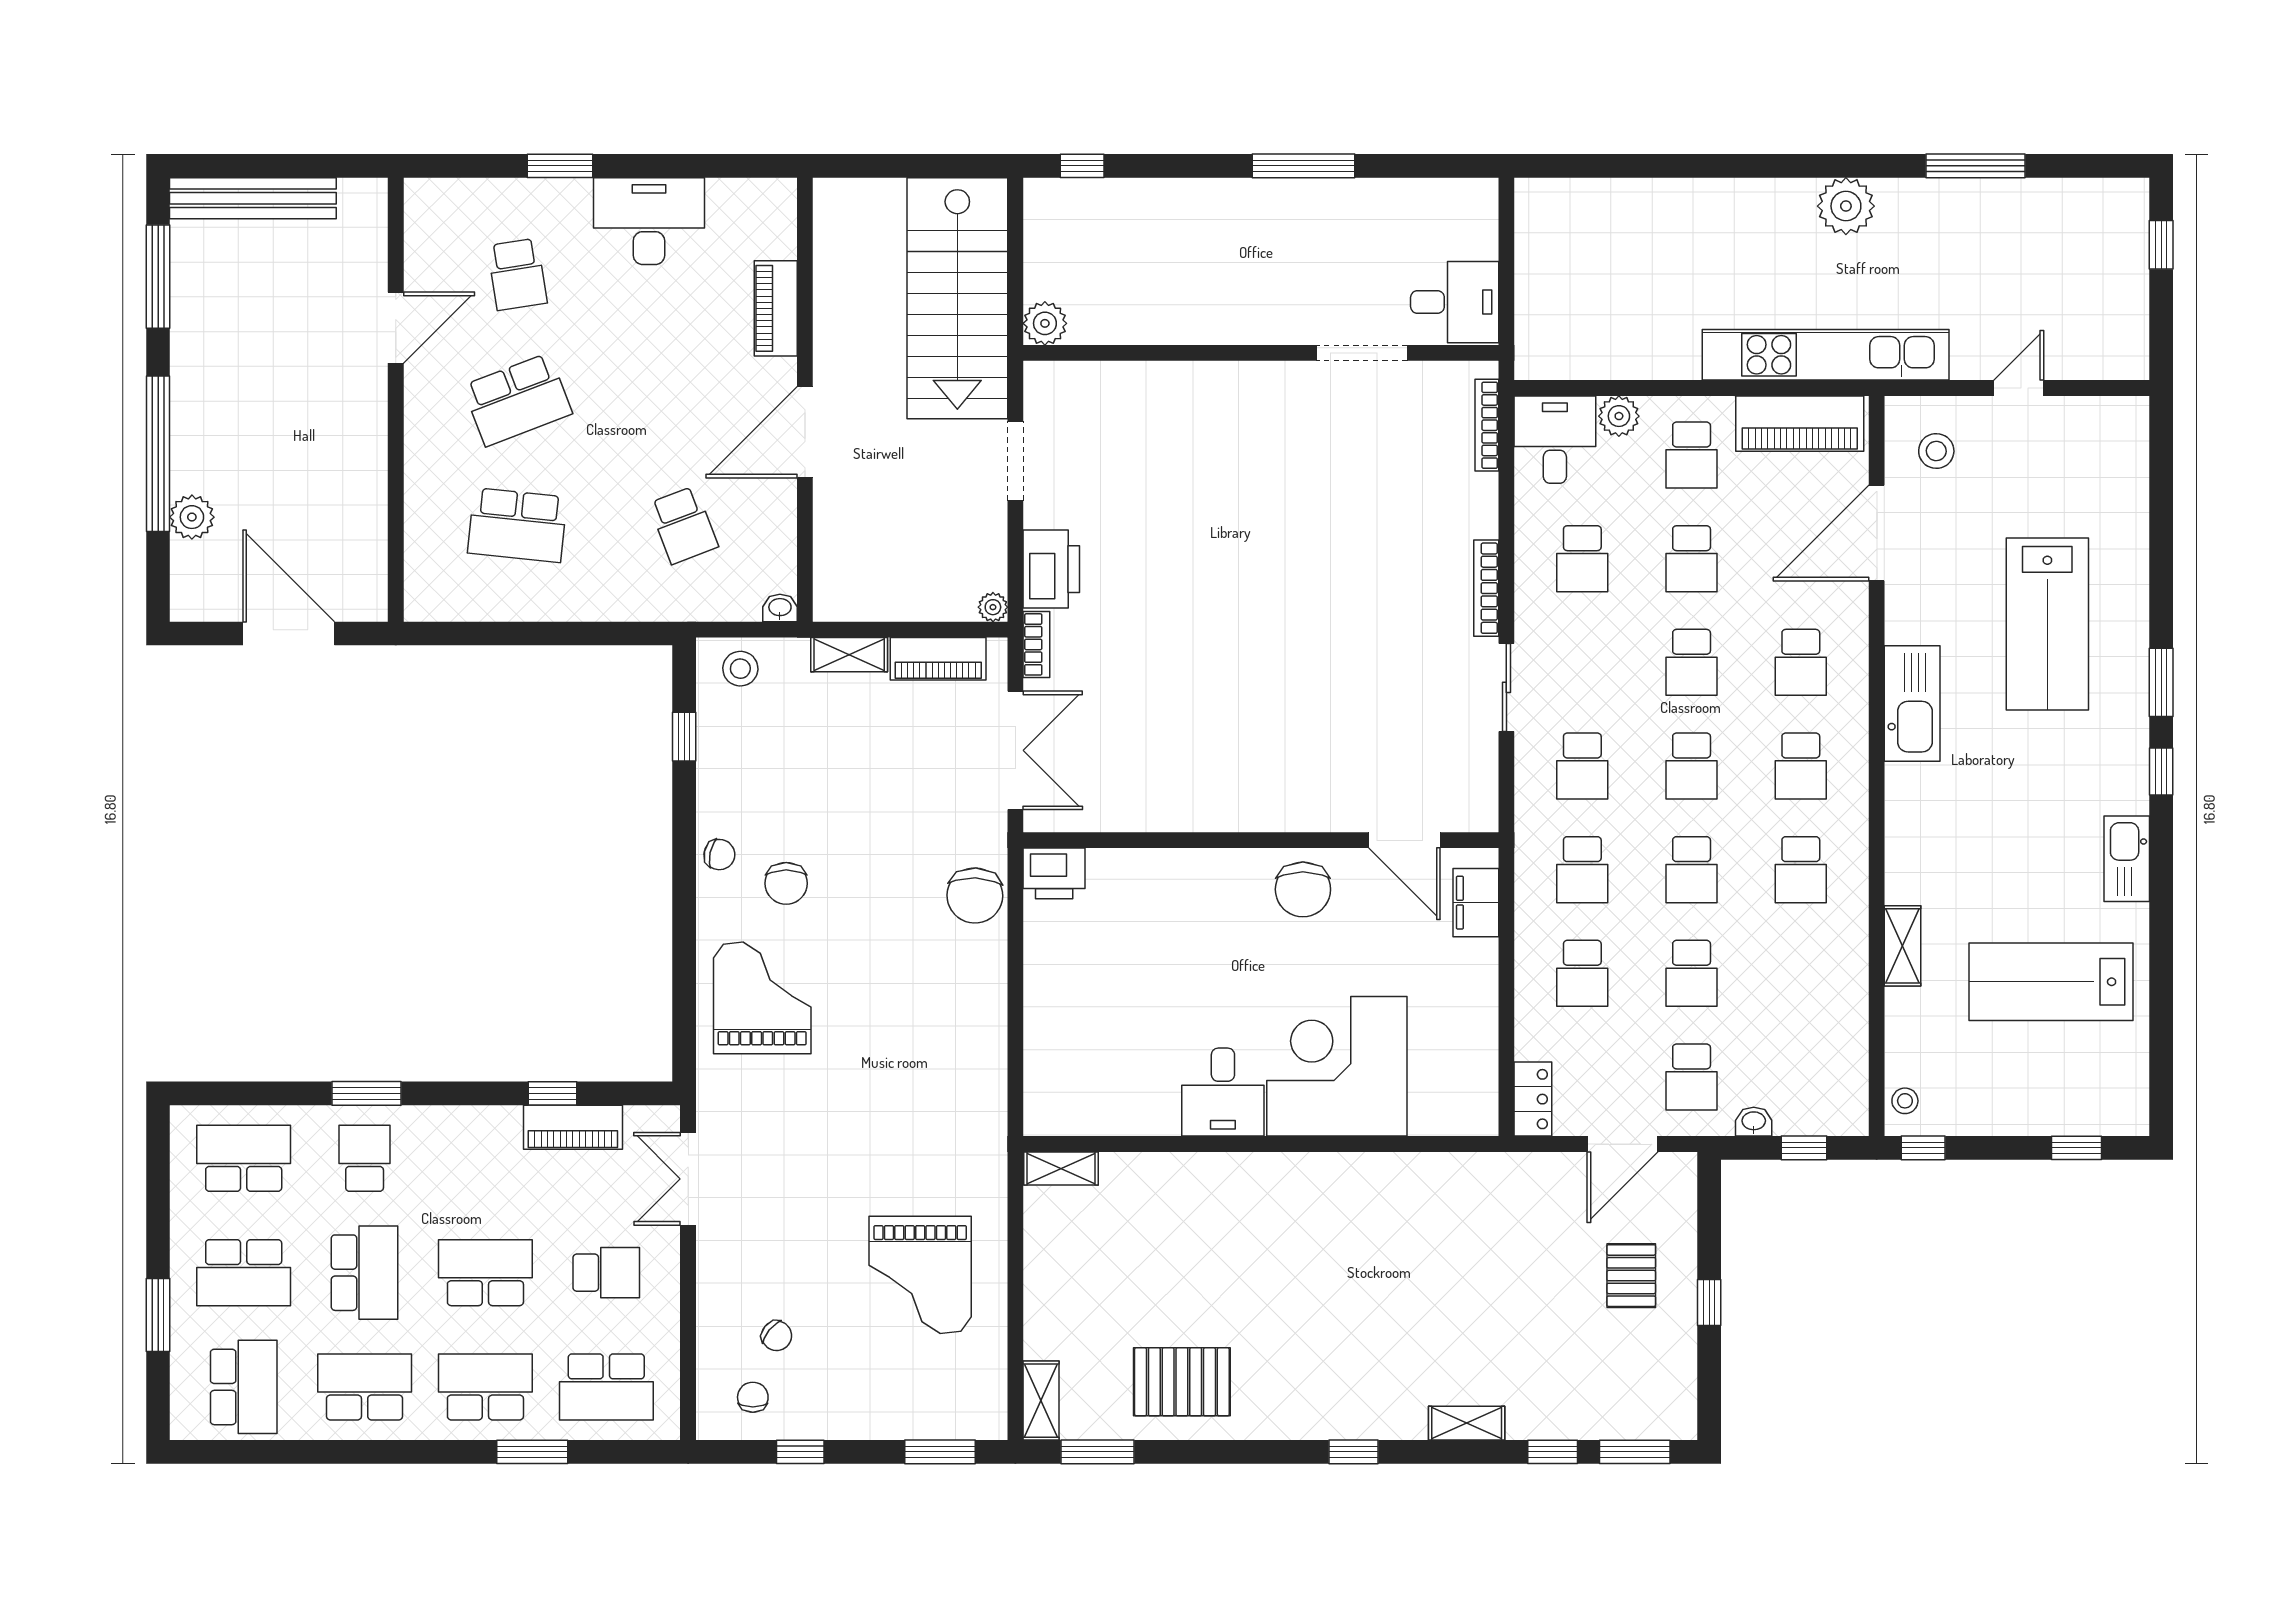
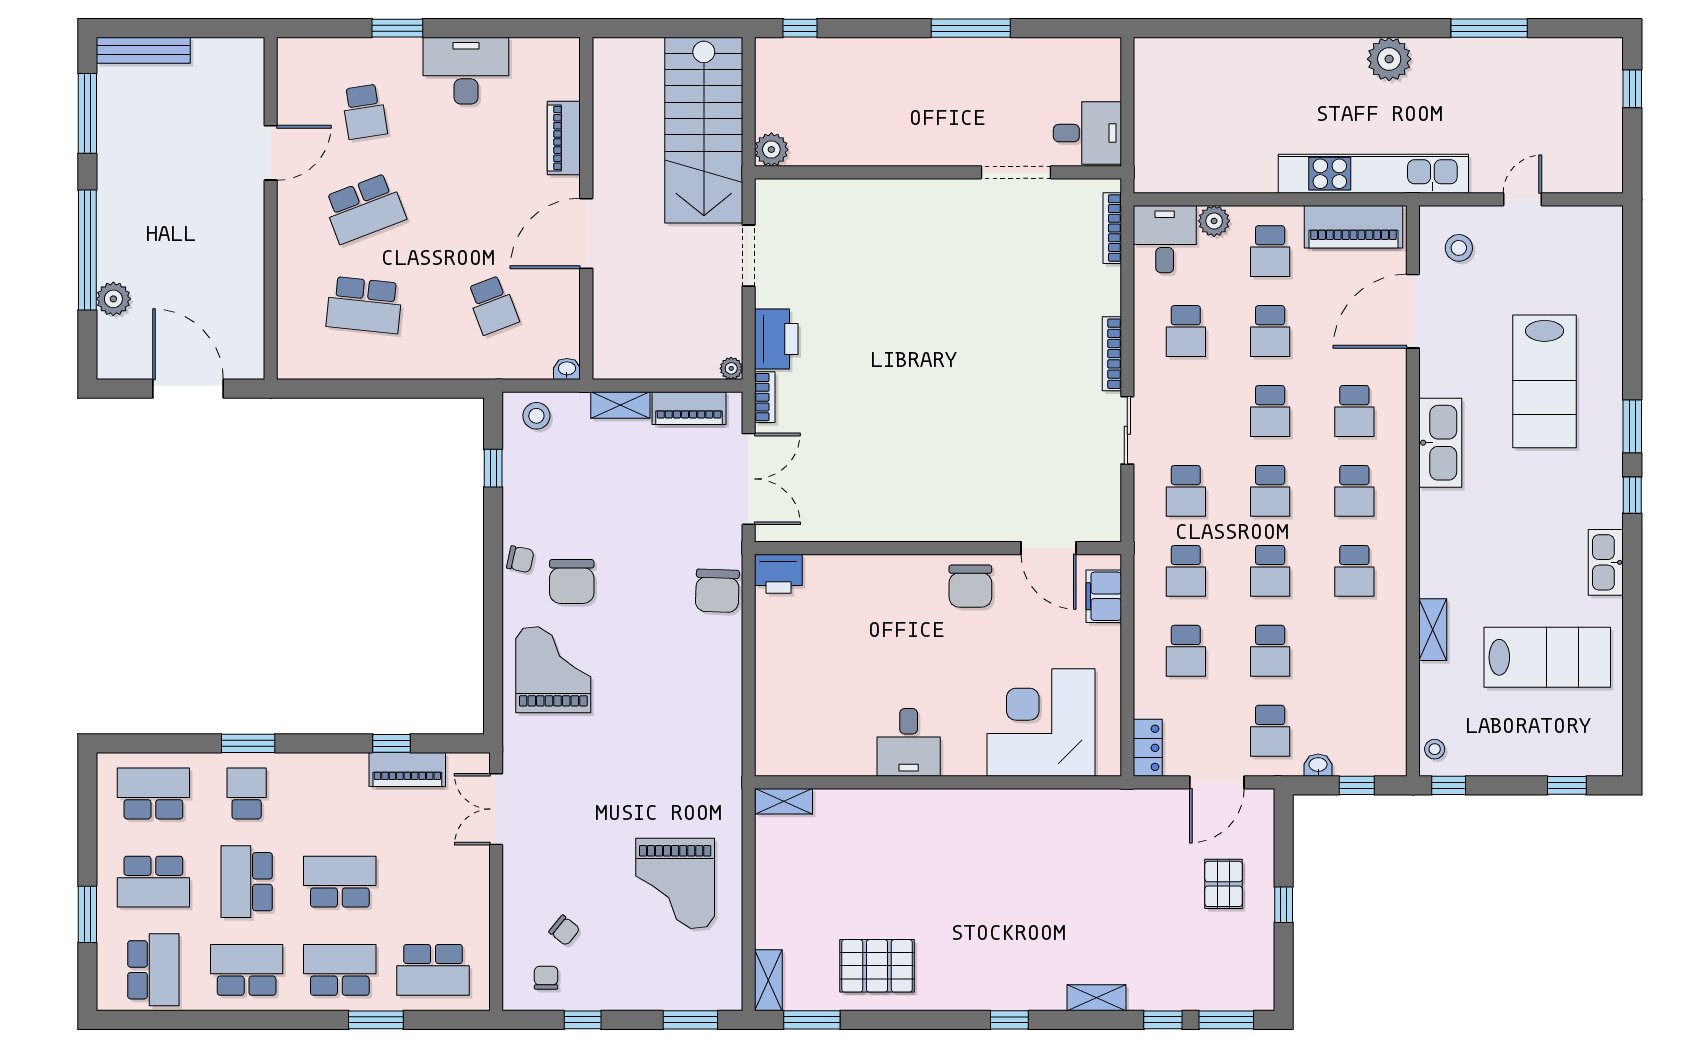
bench: (253, 198) -> (143, 50), width x0.73, depth x0.82
chair: (786, 883) -> (572, 581), width x1.37, depth x1.37
lab bench: (2051, 982) -> (1547, 657), turned 180
corner desk: (1337, 1066) -> (1041, 723), moved
school desk: (365, 1273) -> (247, 882), turned 180
school desk: (606, 1273) -> (433, 882), removed

